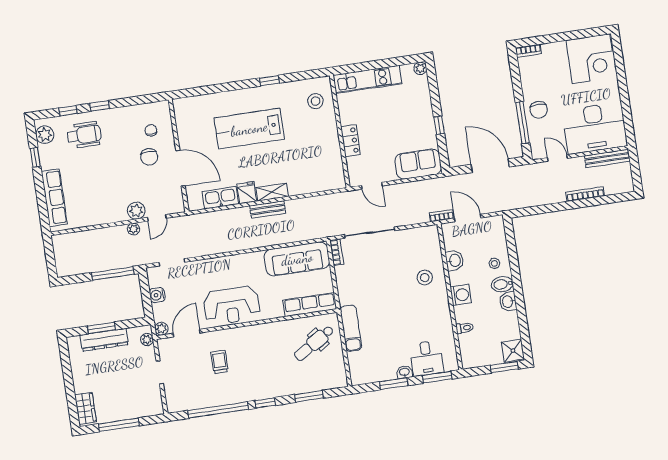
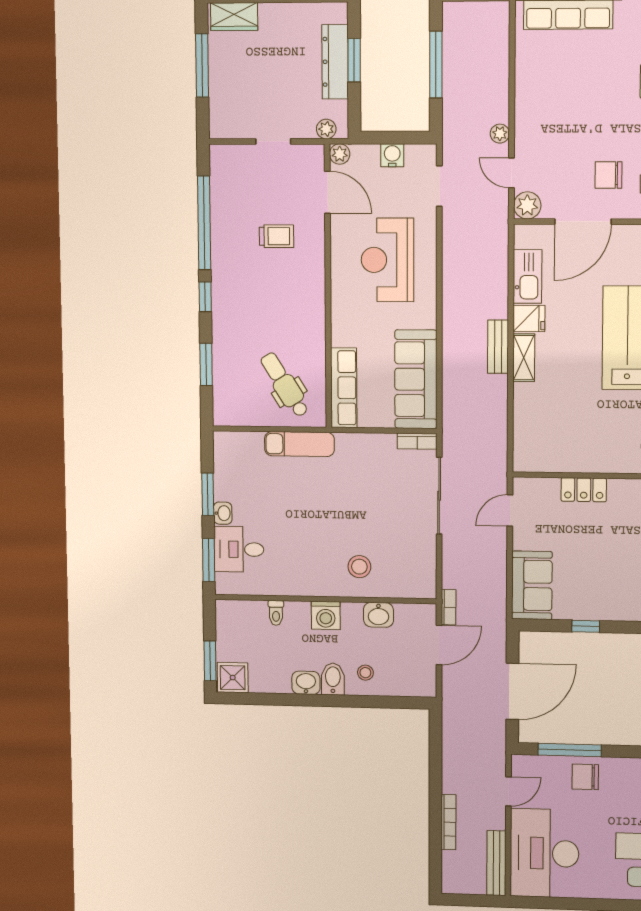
plant: (136, 211) -> (527, 205), moved
window: (113, 273) -> (436, 65), moved
reception desk: (232, 305) -> (387, 260), moved

